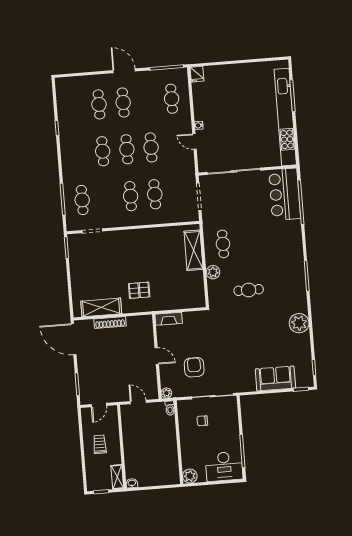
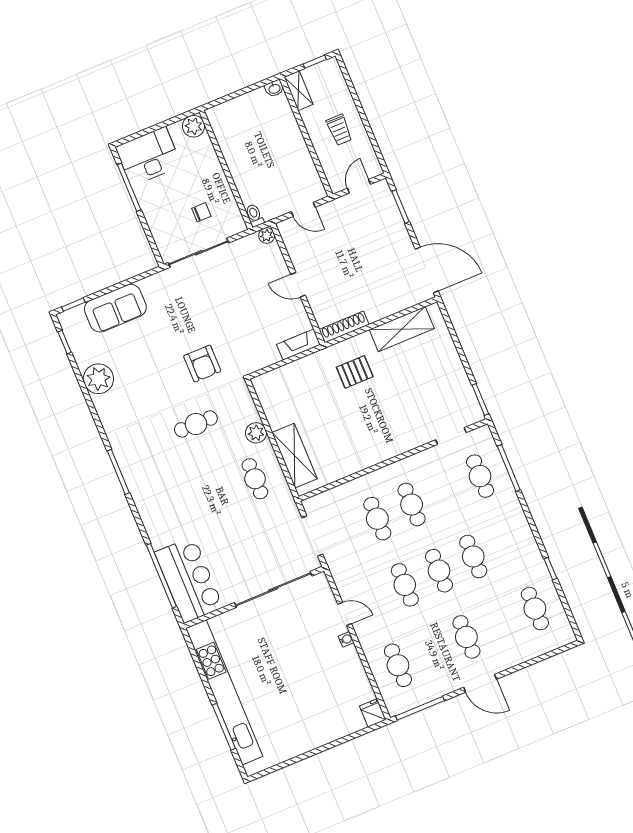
cafe table: (99, 104) -> (535, 609), moved
shoe rack: (110, 323) -> (344, 327), moved
plant: (299, 323) -> (98, 379), moved
armchair: (194, 367) -> (202, 364), moved

